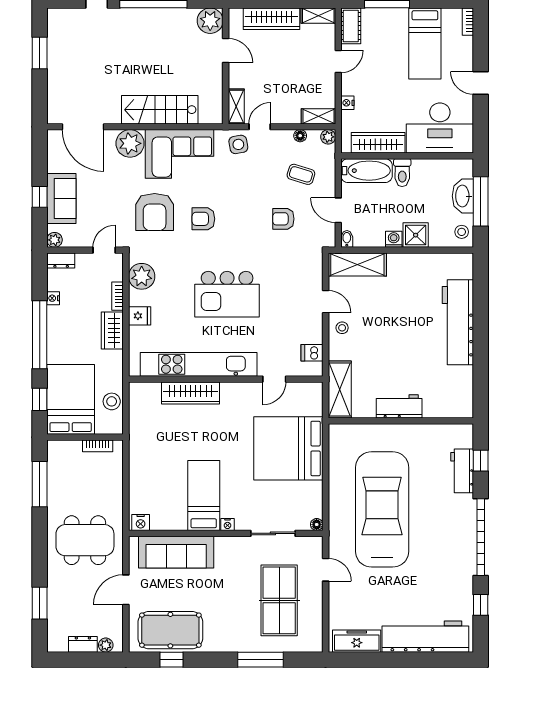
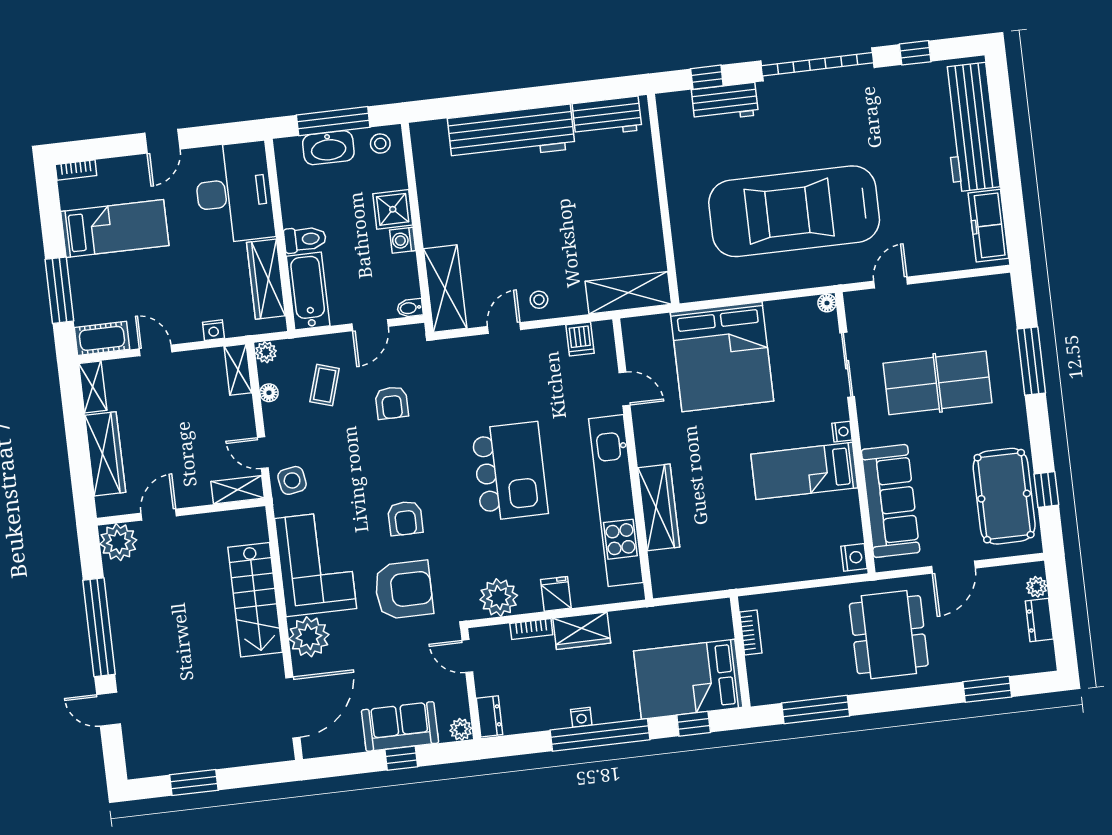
nightstand: (53, 298) -> (581, 717), moved
stool: (112, 401) -> (684, 620), removed
workbench: (399, 406) -> (607, 117), moved, turned -90
door: (126, 590) -> (953, 567), hinge flipped
table tennis table: (279, 600) -> (938, 383), moved

